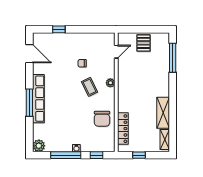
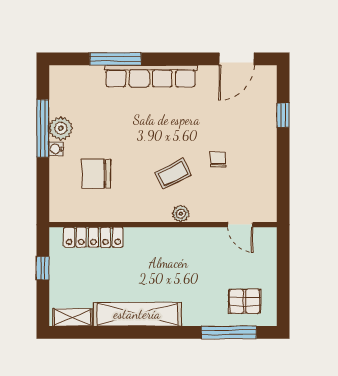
pallet: (143, 43) -> (245, 301), moved
window: (29, 103) -> (115, 59), moved
shelving: (163, 113) -> (137, 314), width x1.47
chair: (102, 119) -> (96, 174), moved
plant: (39, 146) -> (61, 128), moved
window: (97, 155) -> (43, 187), removed

